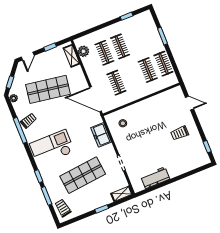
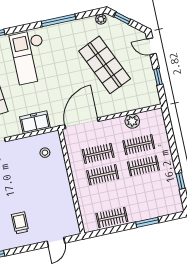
plant: (83, 51) -> (132, 121), moved
shelving: (72, 56) -> (142, 102), removed
clothes rail: (148, 70) -> (103, 175), moved
shop shelf: (48, 89) -> (105, 65), turned -33
trolley: (28, 121) -> (69, 33), removed
checkout: (52, 148) -> (30, 57), turned 180

